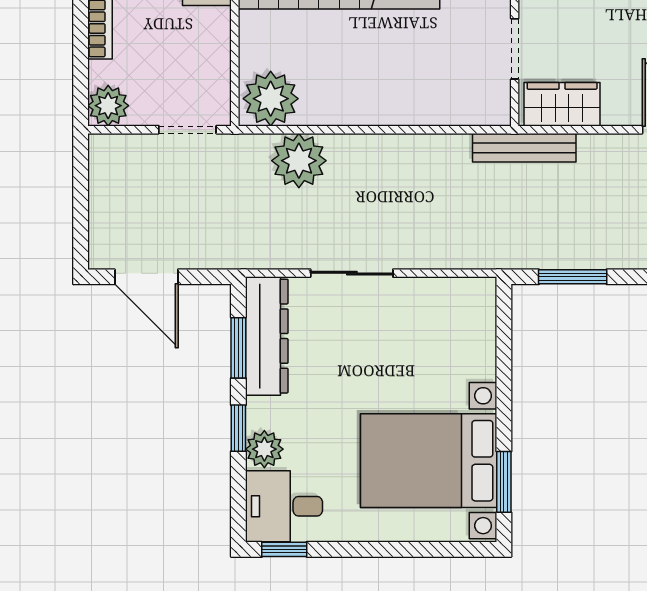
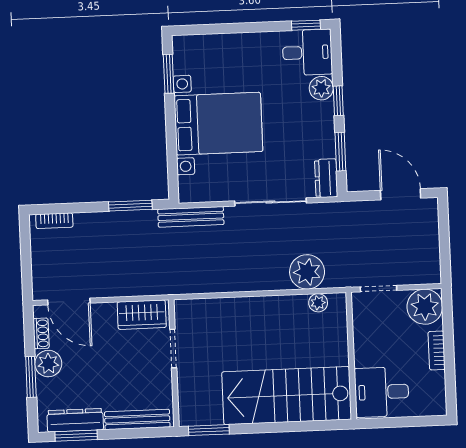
plant: (271, 99) -> (318, 303), width x0.53, depth x0.53
plant: (108, 106) -> (425, 307), width x1.36, depth x1.36
bench: (524, 148) -> (191, 217), moved
sliding door: (352, 273) -> (270, 202), width x1.37
dresser: (267, 336) -> (326, 178), width x0.51, depth x0.80
bed with nightstands: (429, 461) -> (218, 124), moved

